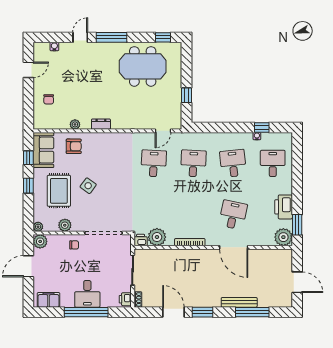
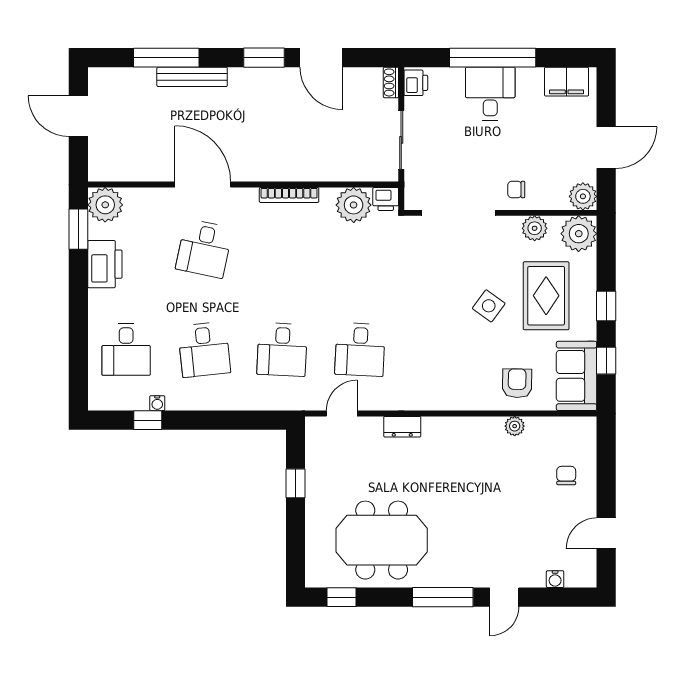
dresser: (101, 124) -> (402, 427), moved
armchair: (74, 146) -> (517, 383), turned 91
plant: (38, 227) -> (579, 234), width x1.88, depth x1.88

